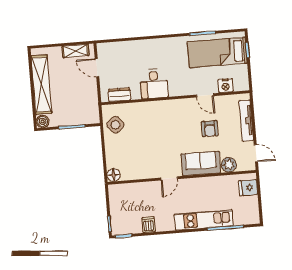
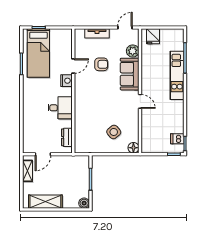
shelving: (41, 85) -> (45, 202), width x0.68
nightstand: (226, 86) -> (67, 81), moved
tv unit: (246, 121) -> (97, 33), width x0.71
side table: (115, 125) -> (114, 132), moved
dishwasher: (148, 225) -> (177, 139), moved

